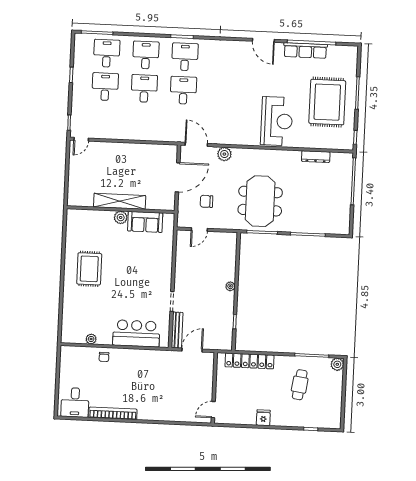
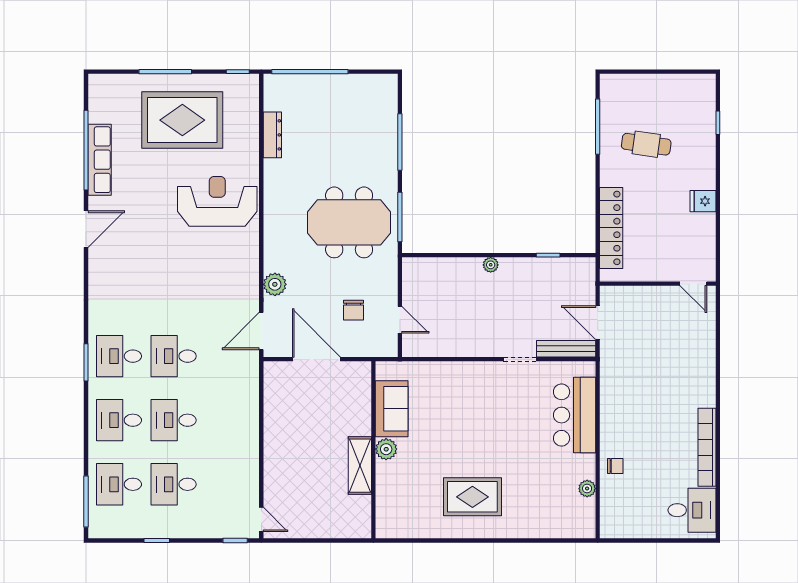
shelving: (120, 201) -> (360, 466), width x0.68
plant: (337, 364) -> (610, 84), removed

